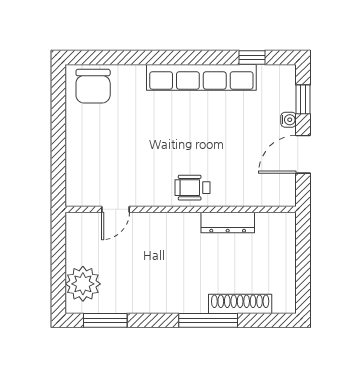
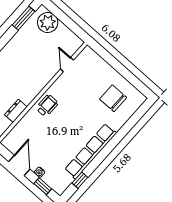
chair: (93, 86) -> (113, 98), moved
dresser: (228, 223) -> (16, 111), width x0.70

